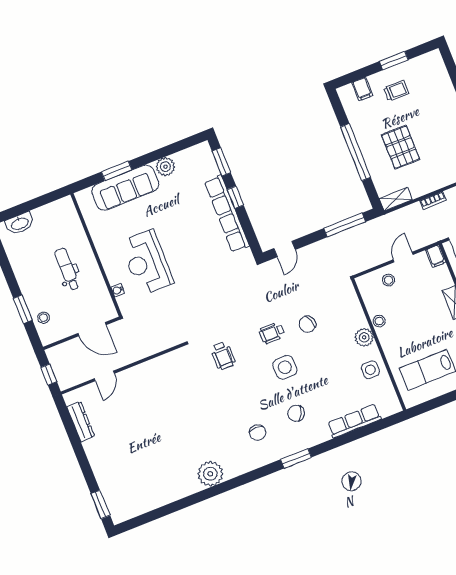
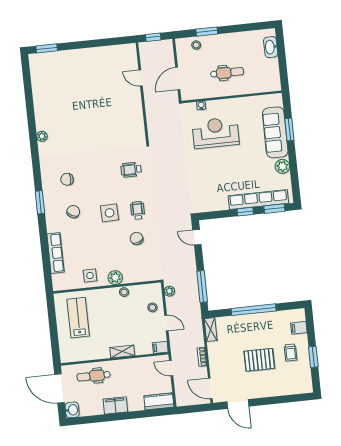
pallet: (401, 147) -> (259, 360), moved
row of seats: (227, 214) -> (258, 200), moved
plant: (362, 265) -> (169, 291), added
dresser: (81, 422) -> (112, 51), removed
plant: (210, 474) -> (42, 136), width x0.53, depth x0.53

